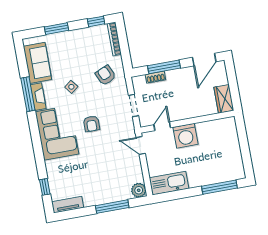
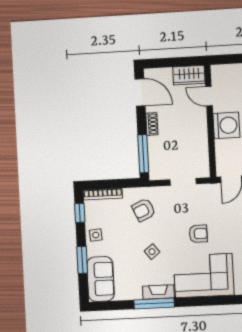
side table: (79, 38) -> (96, 235), added
sofa: (37, 63) -> (101, 279), moved, turned 90
window: (164, 67) -> (143, 154), moved
shoe rack: (155, 77) -> (152, 124), moved
door: (162, 126) -> (209, 96), moved

